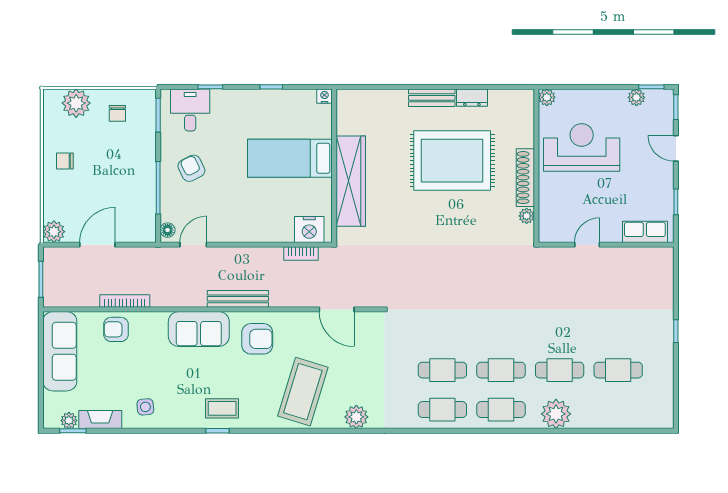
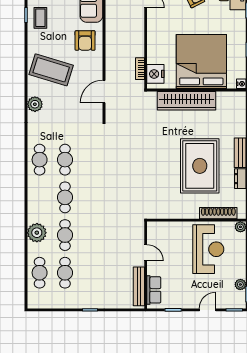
bed: (290, 158) -> (201, 61), width x2.04
shoe rack: (525, 178) -> (218, 213), moved
plant: (527, 216) -> (164, 214), removed
bench: (238, 299) -> (139, 286), moved
cafe table: (501, 410) -> (40, 273), moved

